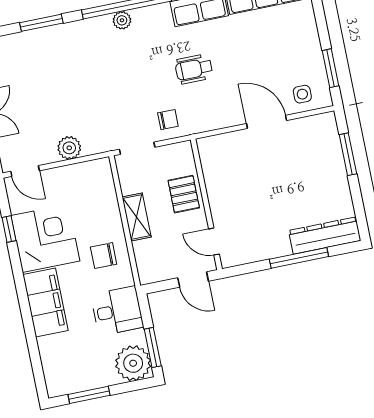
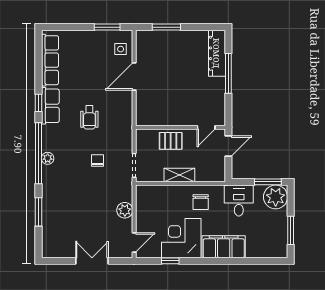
chair: (168, 120) -> (97, 160), moved

